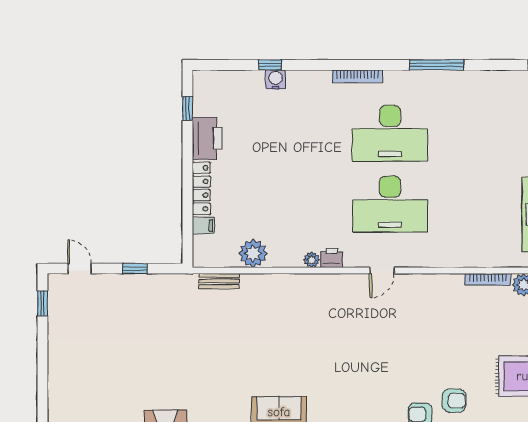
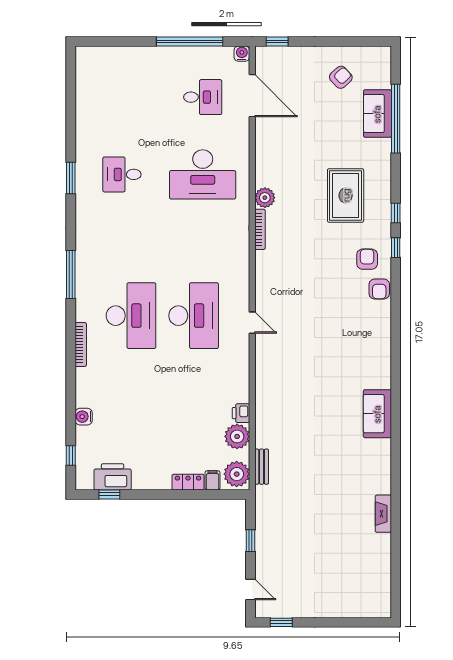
window: (270, 65) -> (71, 456), moved
printer: (207, 138) -> (113, 477), moved
locker: (201, 188) -> (188, 482), width x0.66
printer: (332, 258) -> (241, 413), moved
plant: (312, 260) -> (237, 474), moved, width x1.87, depth x1.87
door: (80, 269) -> (250, 590), swing flipped

